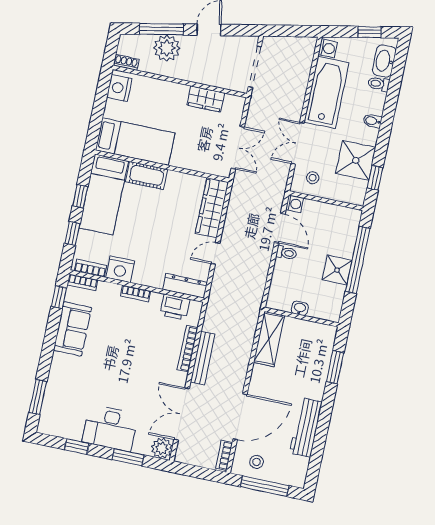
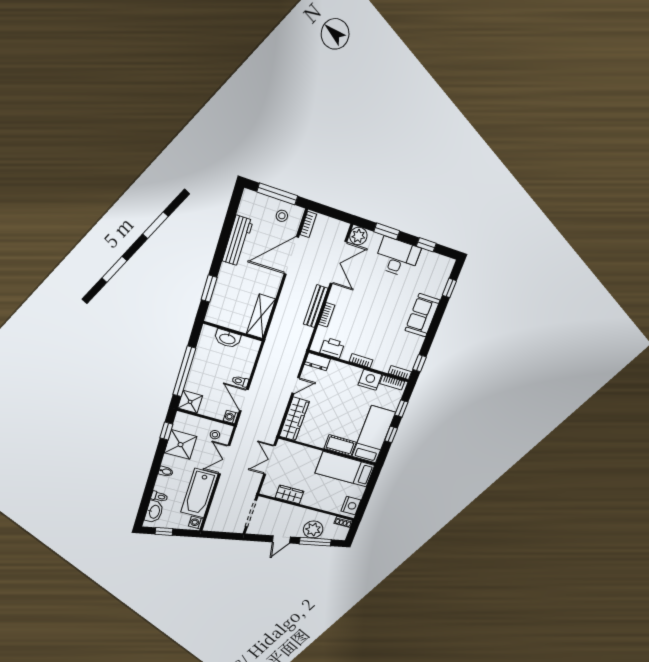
double door: (298, 143) -> (224, 460), swing flipped
shower: (337, 270) -> (190, 402), moved
dresser: (185, 286) -> (317, 362), width x0.70
washbasin: (300, 308) -> (227, 339), width x1.91, depth x1.45
sofa: (72, 329) -> (422, 315), moved
bookcase: (188, 349) -> (327, 315), width x0.64
window: (38, 397) -> (449, 288), width x0.67

